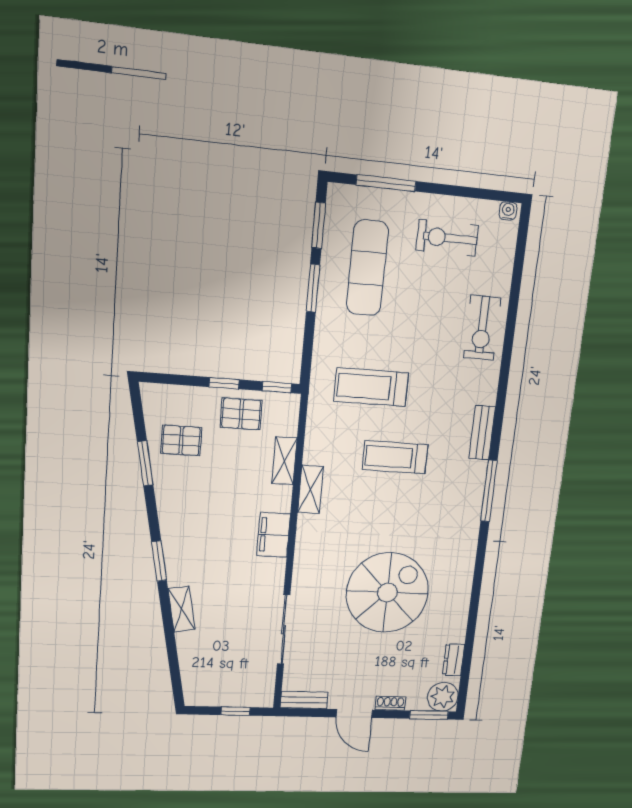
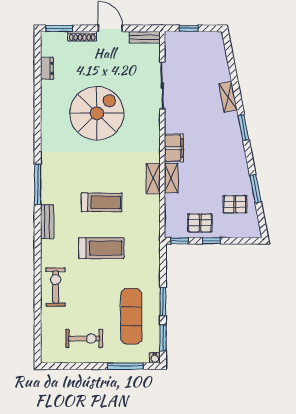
water cooler: (508, 211) -> (155, 358), moved
treadmill: (371, 387) -> (101, 248), moved
shelving: (284, 461) -> (171, 178), moved
spiral stairs: (387, 592) -> (97, 113), turned 180
plant: (443, 697) -> (51, 42), removed
shoe rack: (390, 703) -> (82, 36), width x1.43

